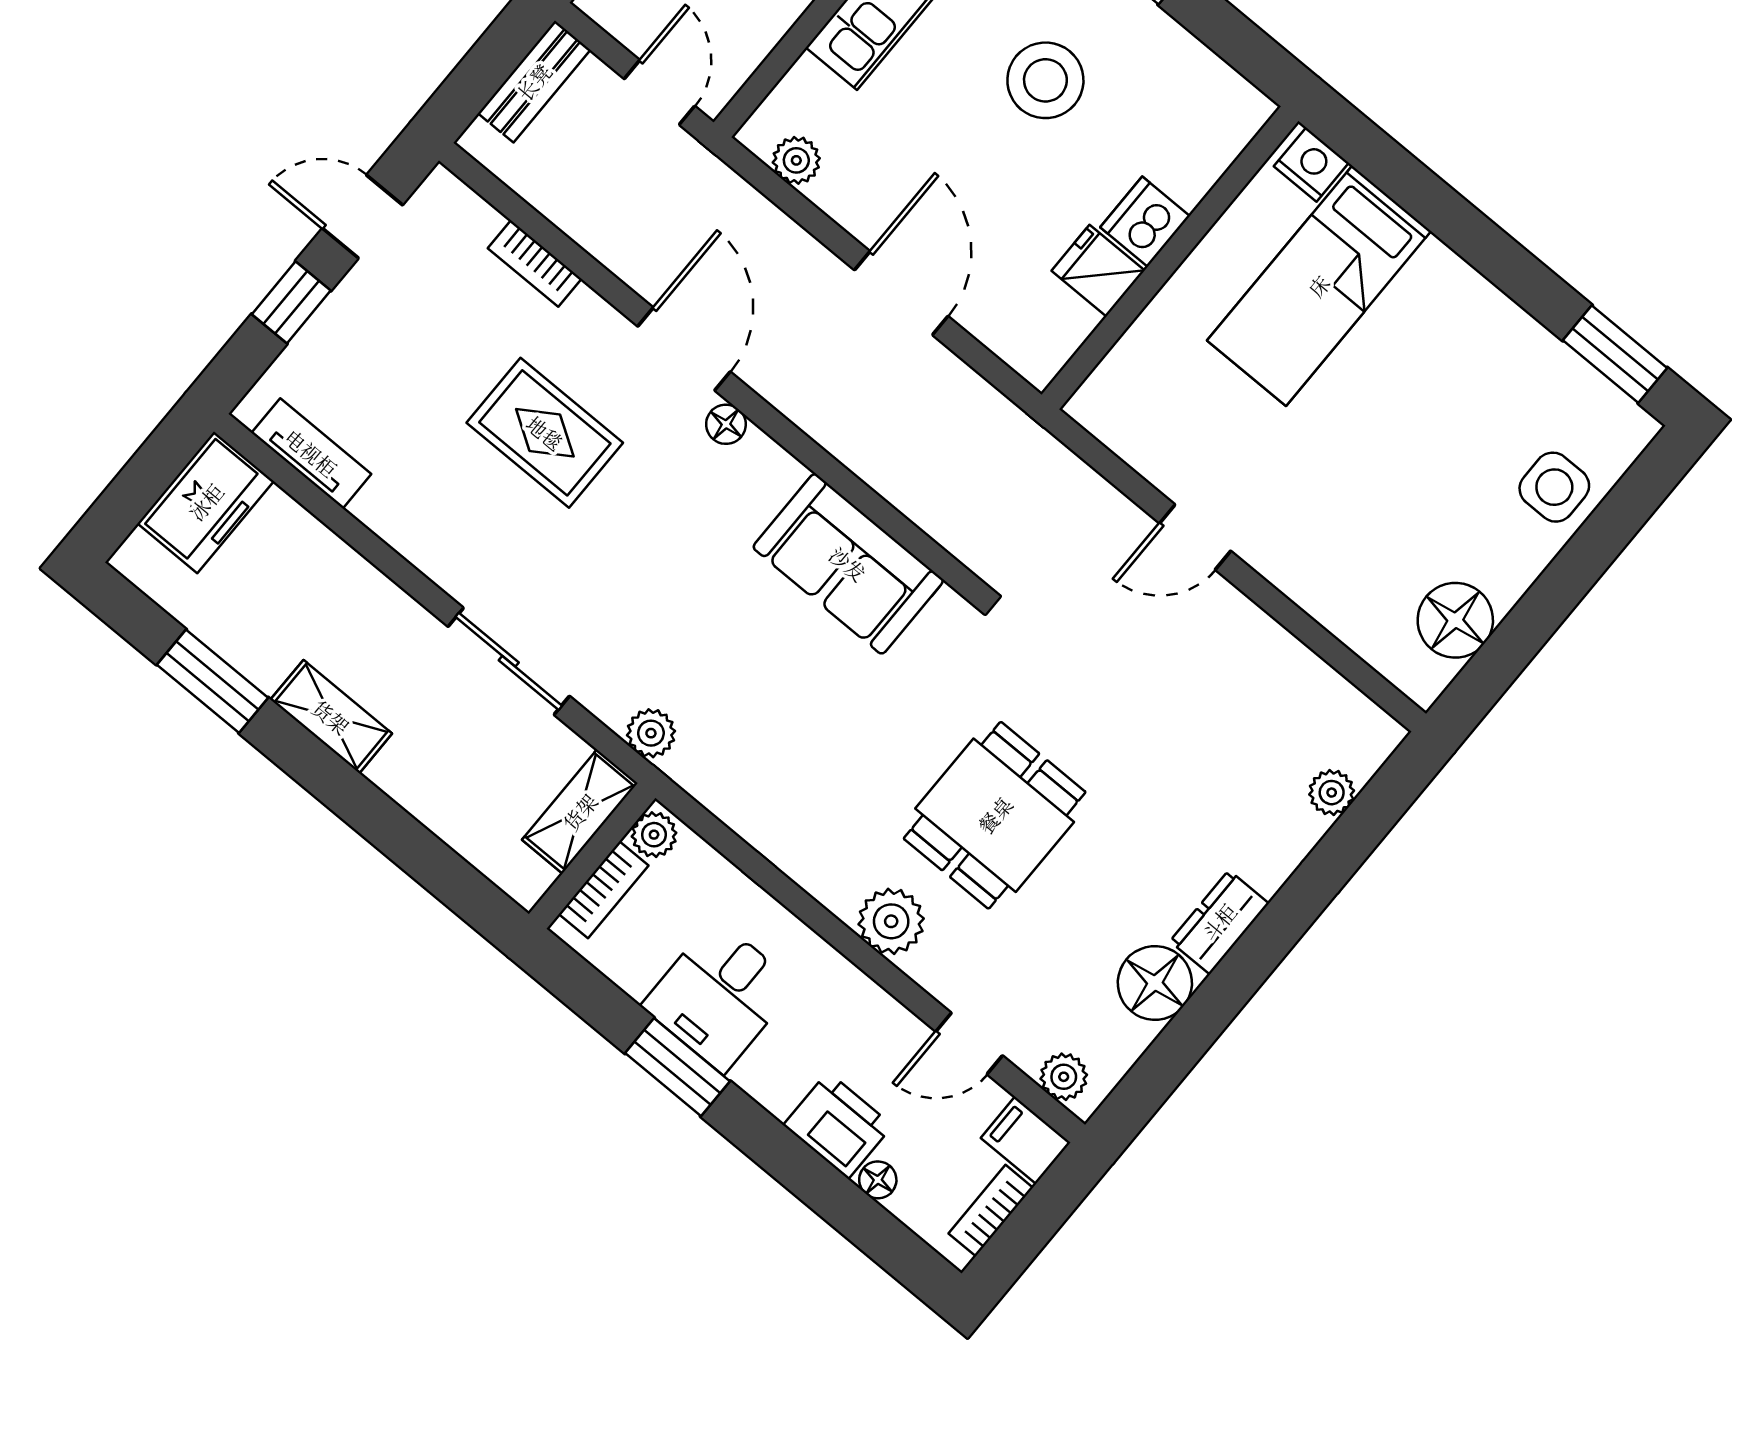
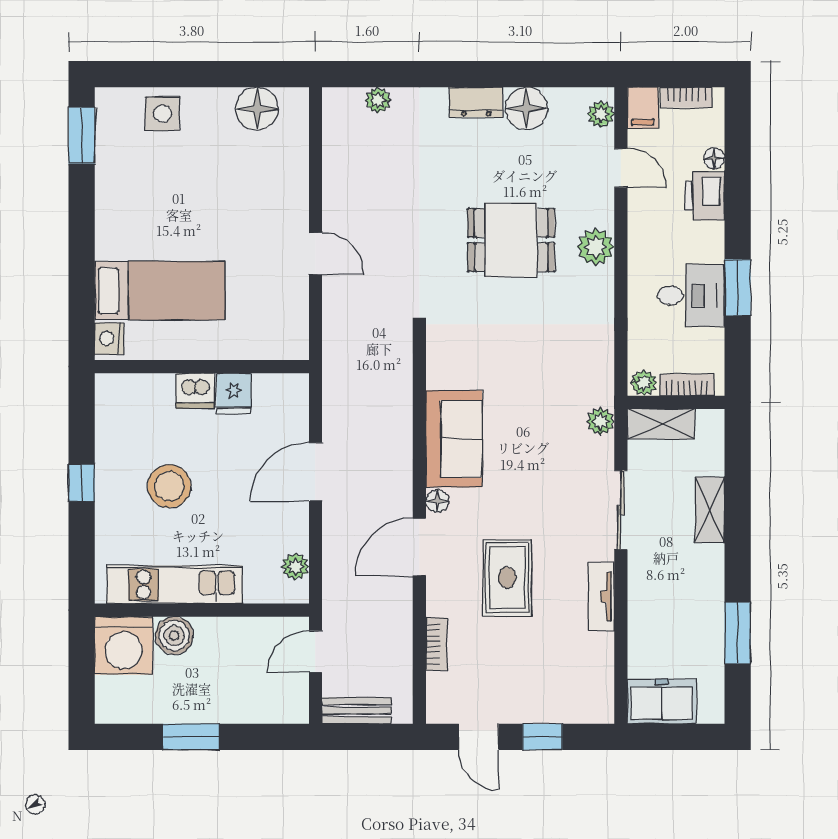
tv unit: (311, 453) -> (601, 597), moved
sofa: (848, 564) -> (454, 439), moved
shelving: (331, 717) -> (710, 510), moved

